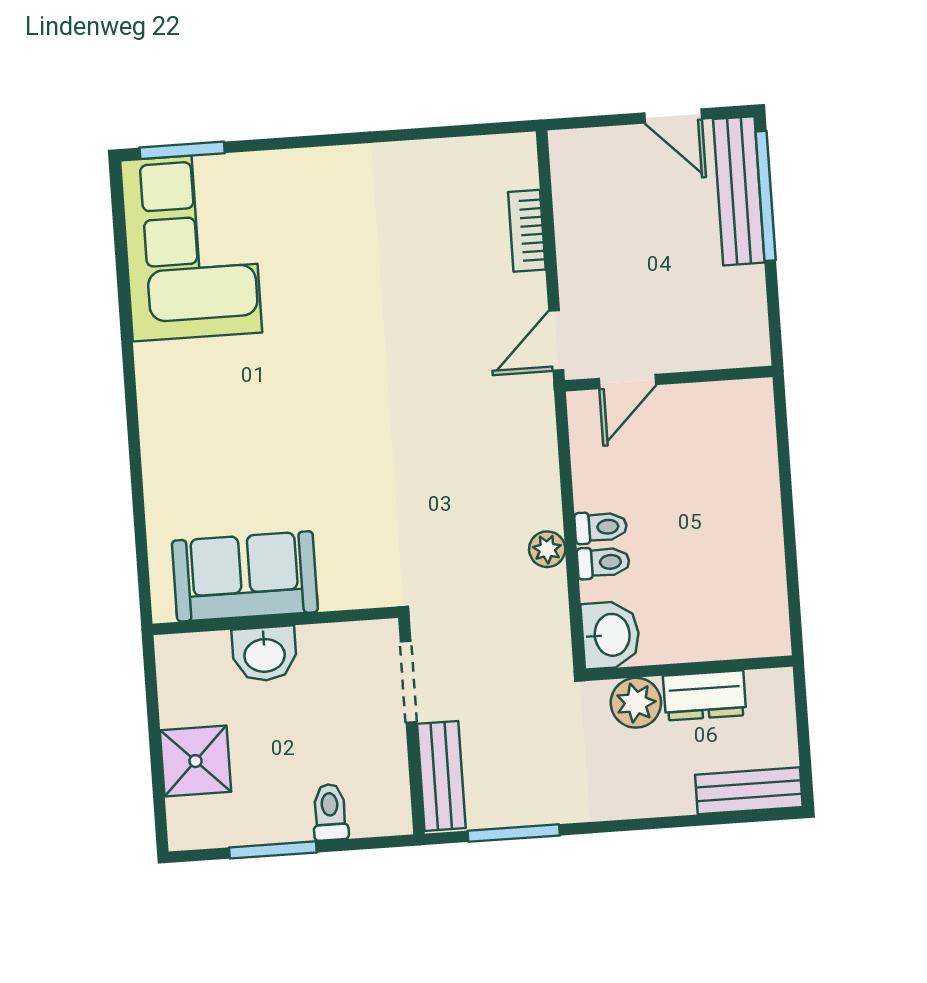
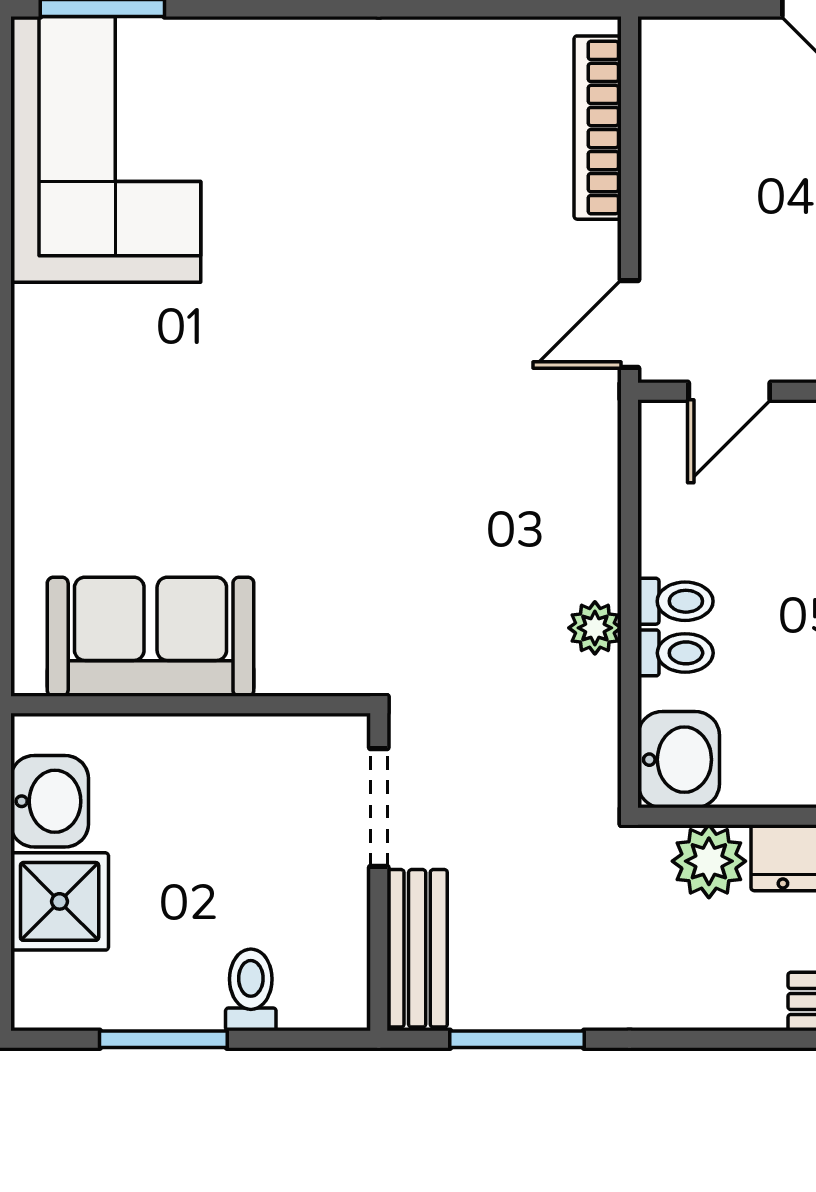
bookcase: (527, 231) -> (598, 128), width x1.56
washbasin: (264, 654) -> (50, 801), moved, turned -90

